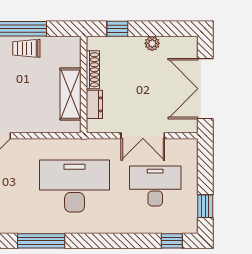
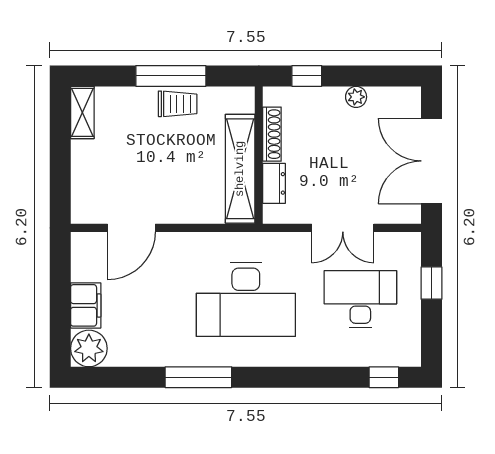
trolley: (26, 48) -> (178, 104), turned 180
shelving: (70, 94) -> (240, 169), width x1.47
desk: (75, 186) -> (246, 299), turned 180
window: (205, 206) -> (432, 283), moved

